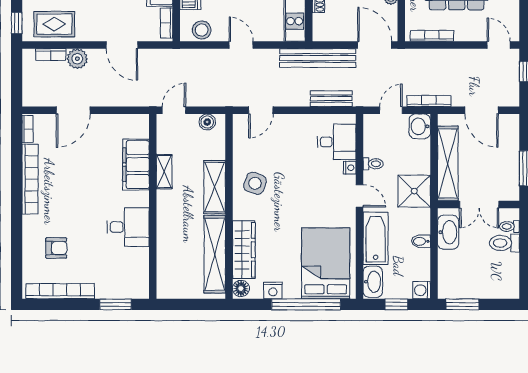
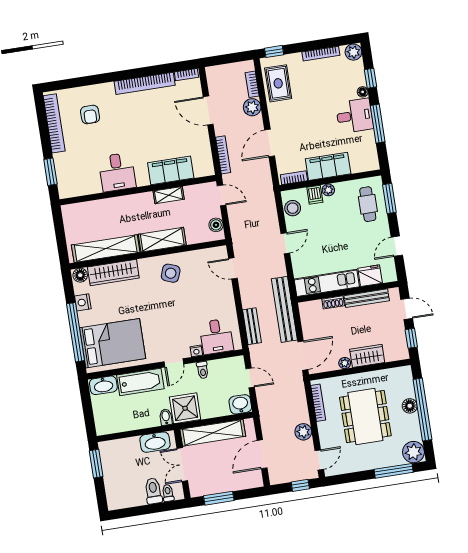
plant: (463, 58) -> (303, 432), added
bookcase: (429, 101) -> (223, 155), moved
bidet: (421, 241) -> (166, 417), moved
washing machine: (422, 290) -> (103, 427), removed
window: (396, 304) -> (87, 408), removed

